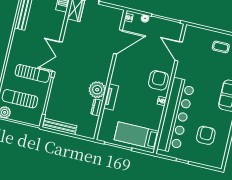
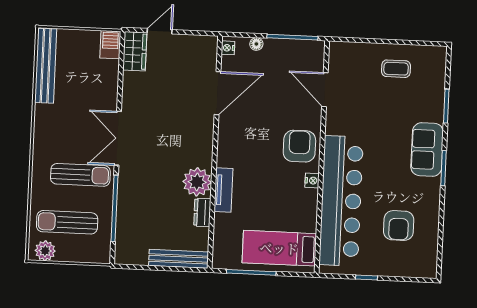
bench: (59, 126) -> (179, 259), moved
armchair: (206, 135) -> (399, 226), turned 180

